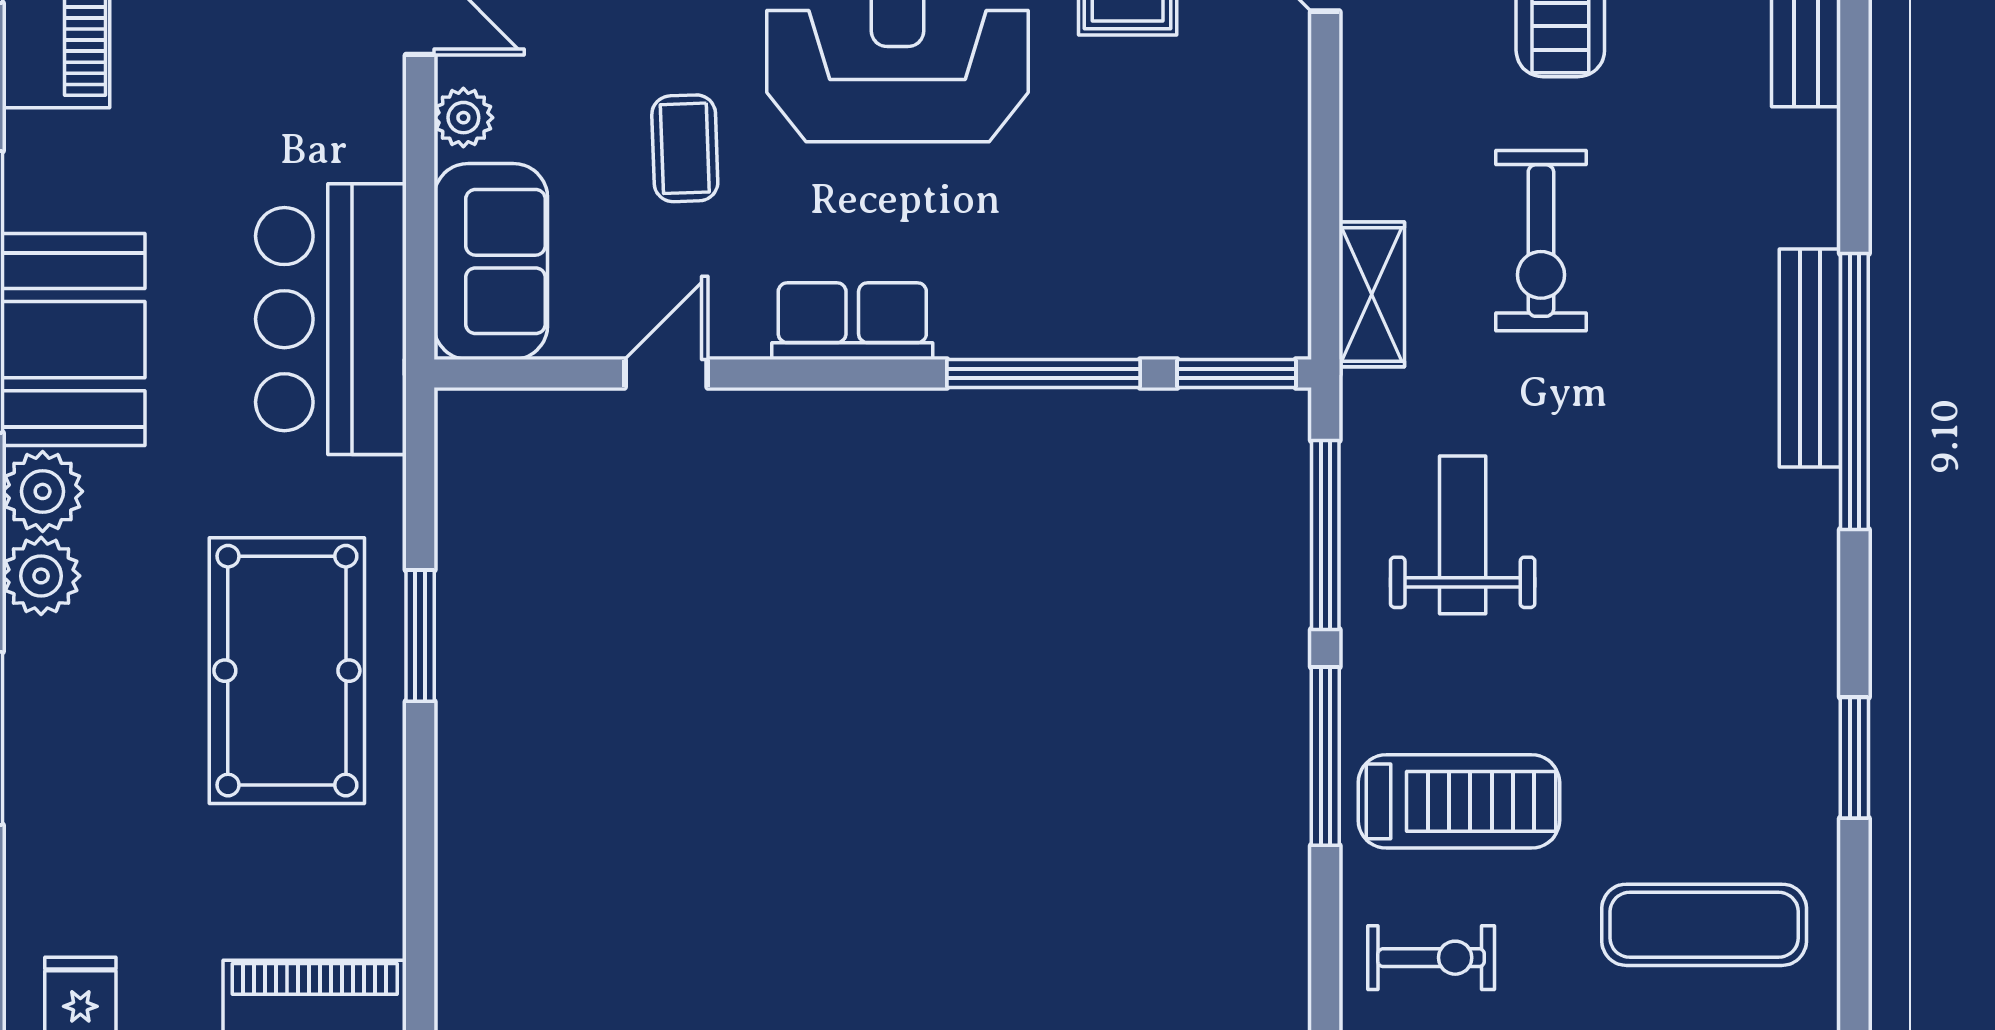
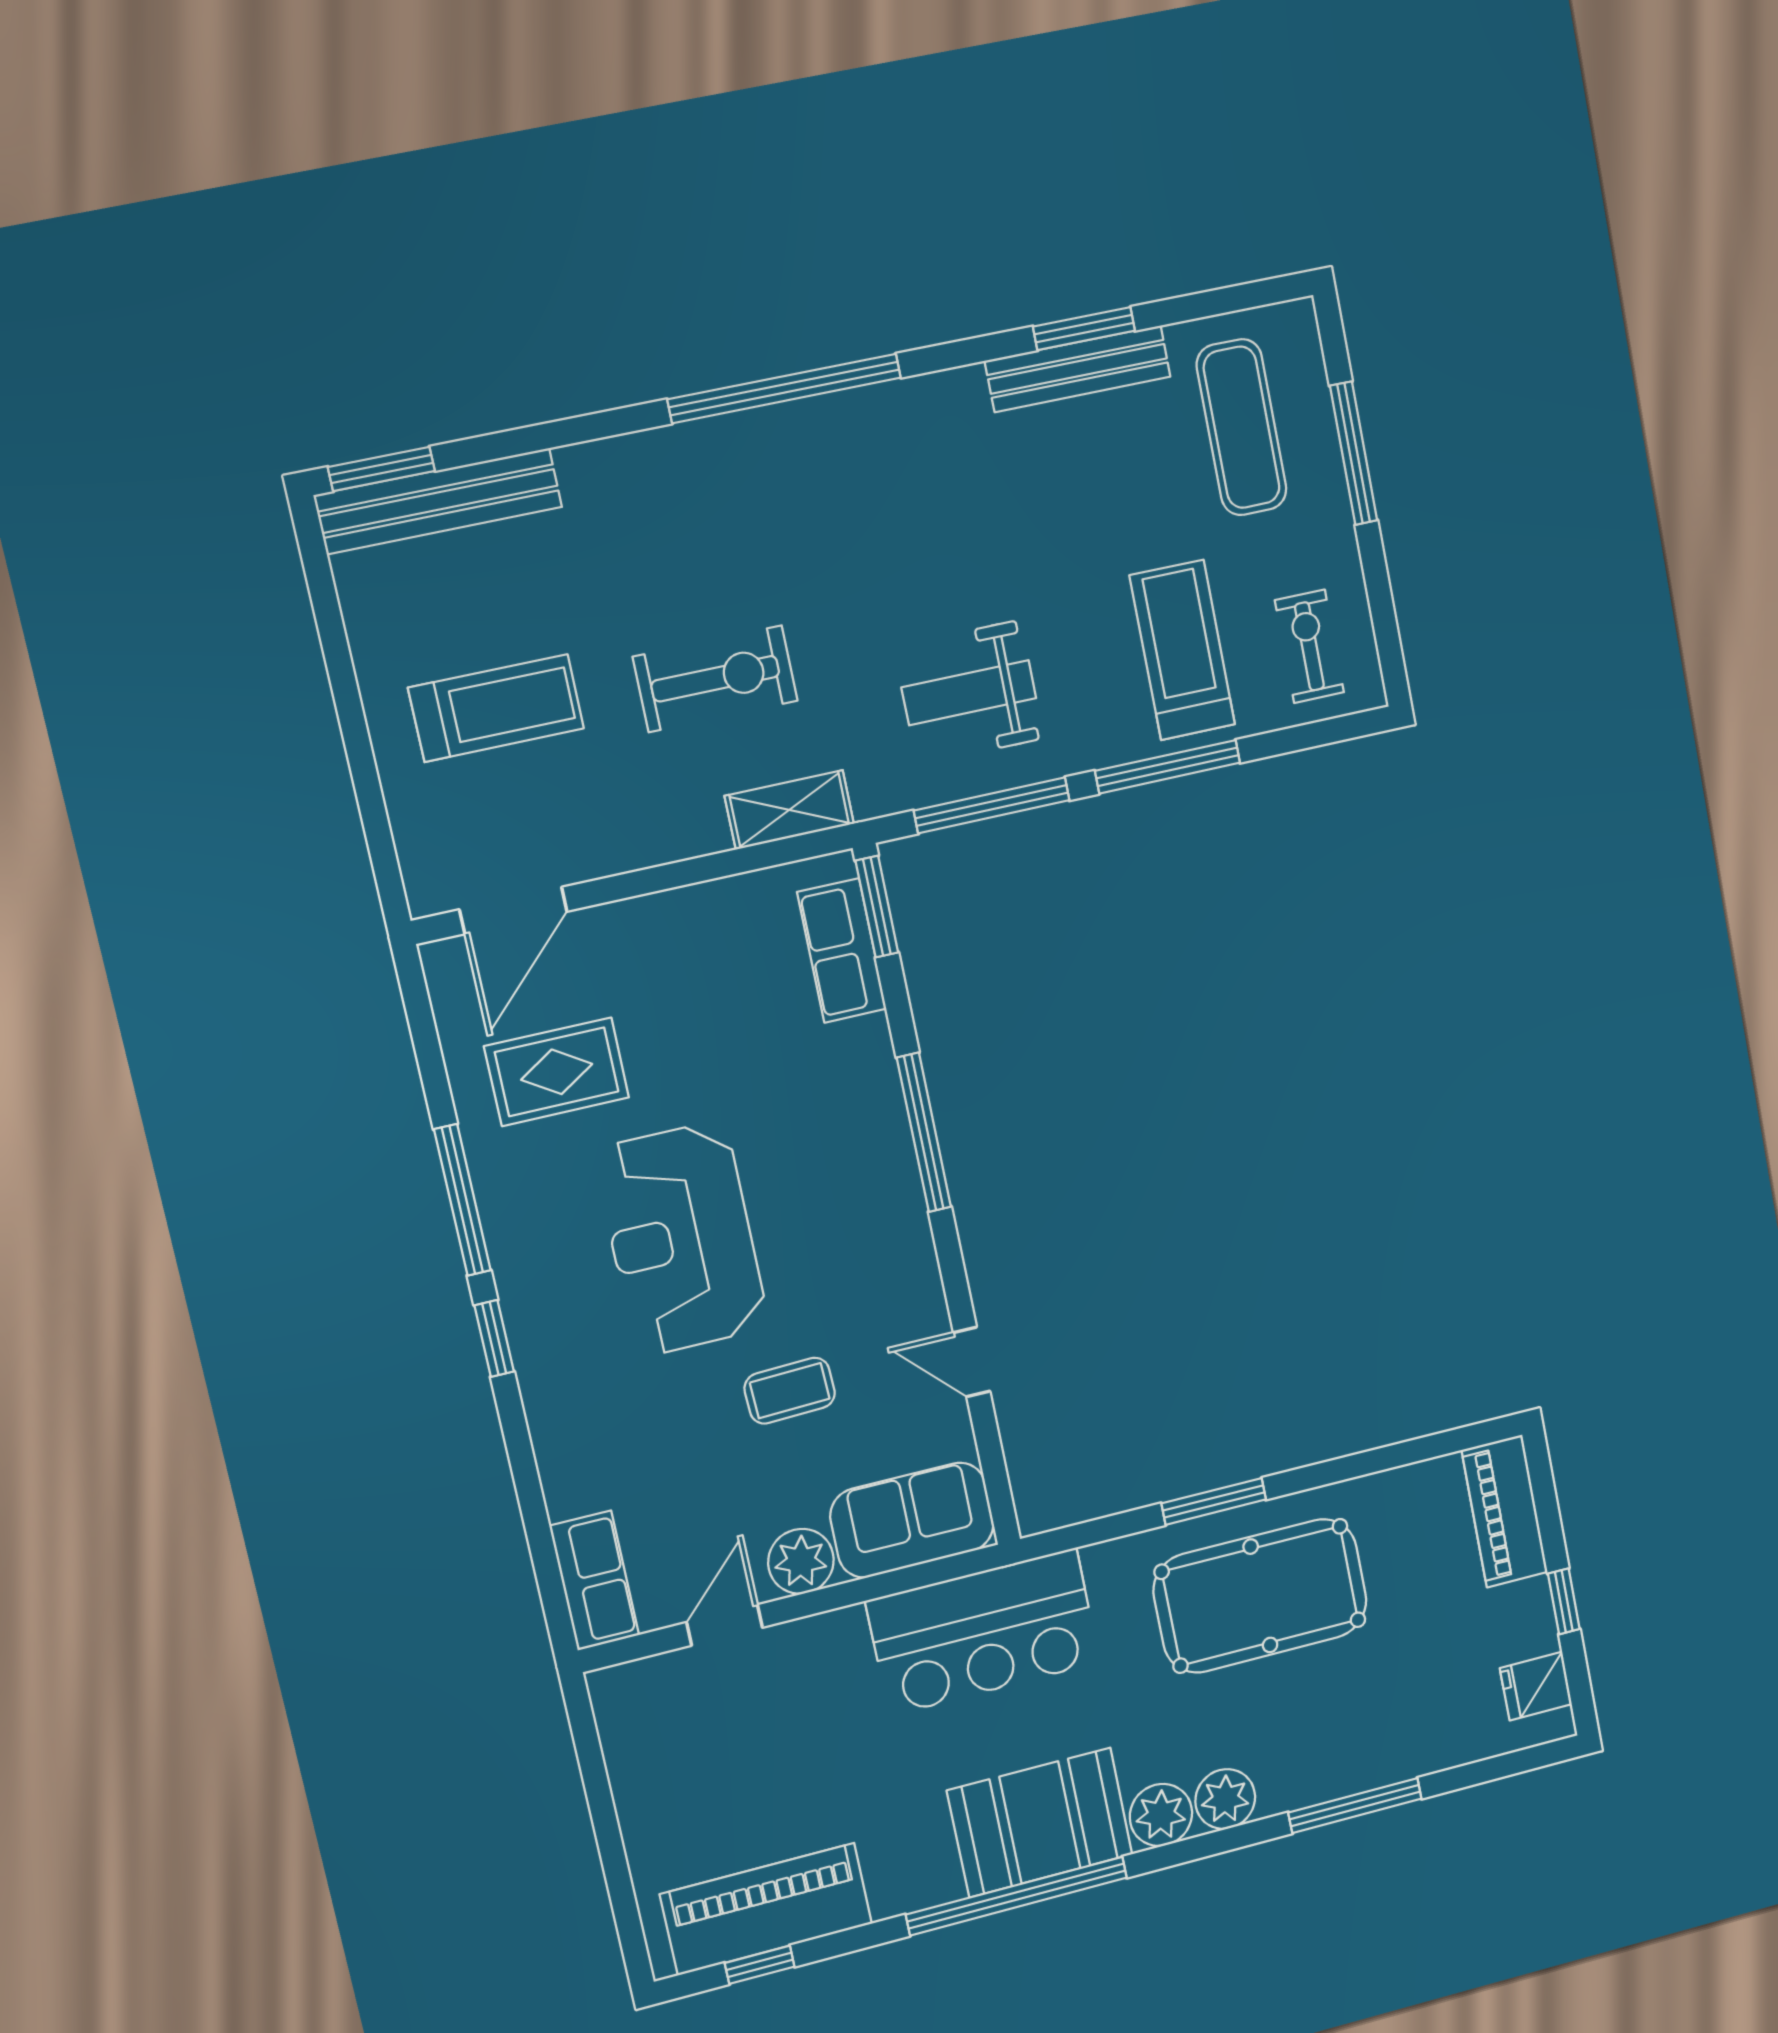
plant: (463, 118) -> (801, 1561), width x1.38, depth x1.38
row of seats: (852, 321) -> (842, 951), moved
bench: (1810, 358) -> (1078, 369), moved
window: (1043, 374) -> (924, 1132), moved

